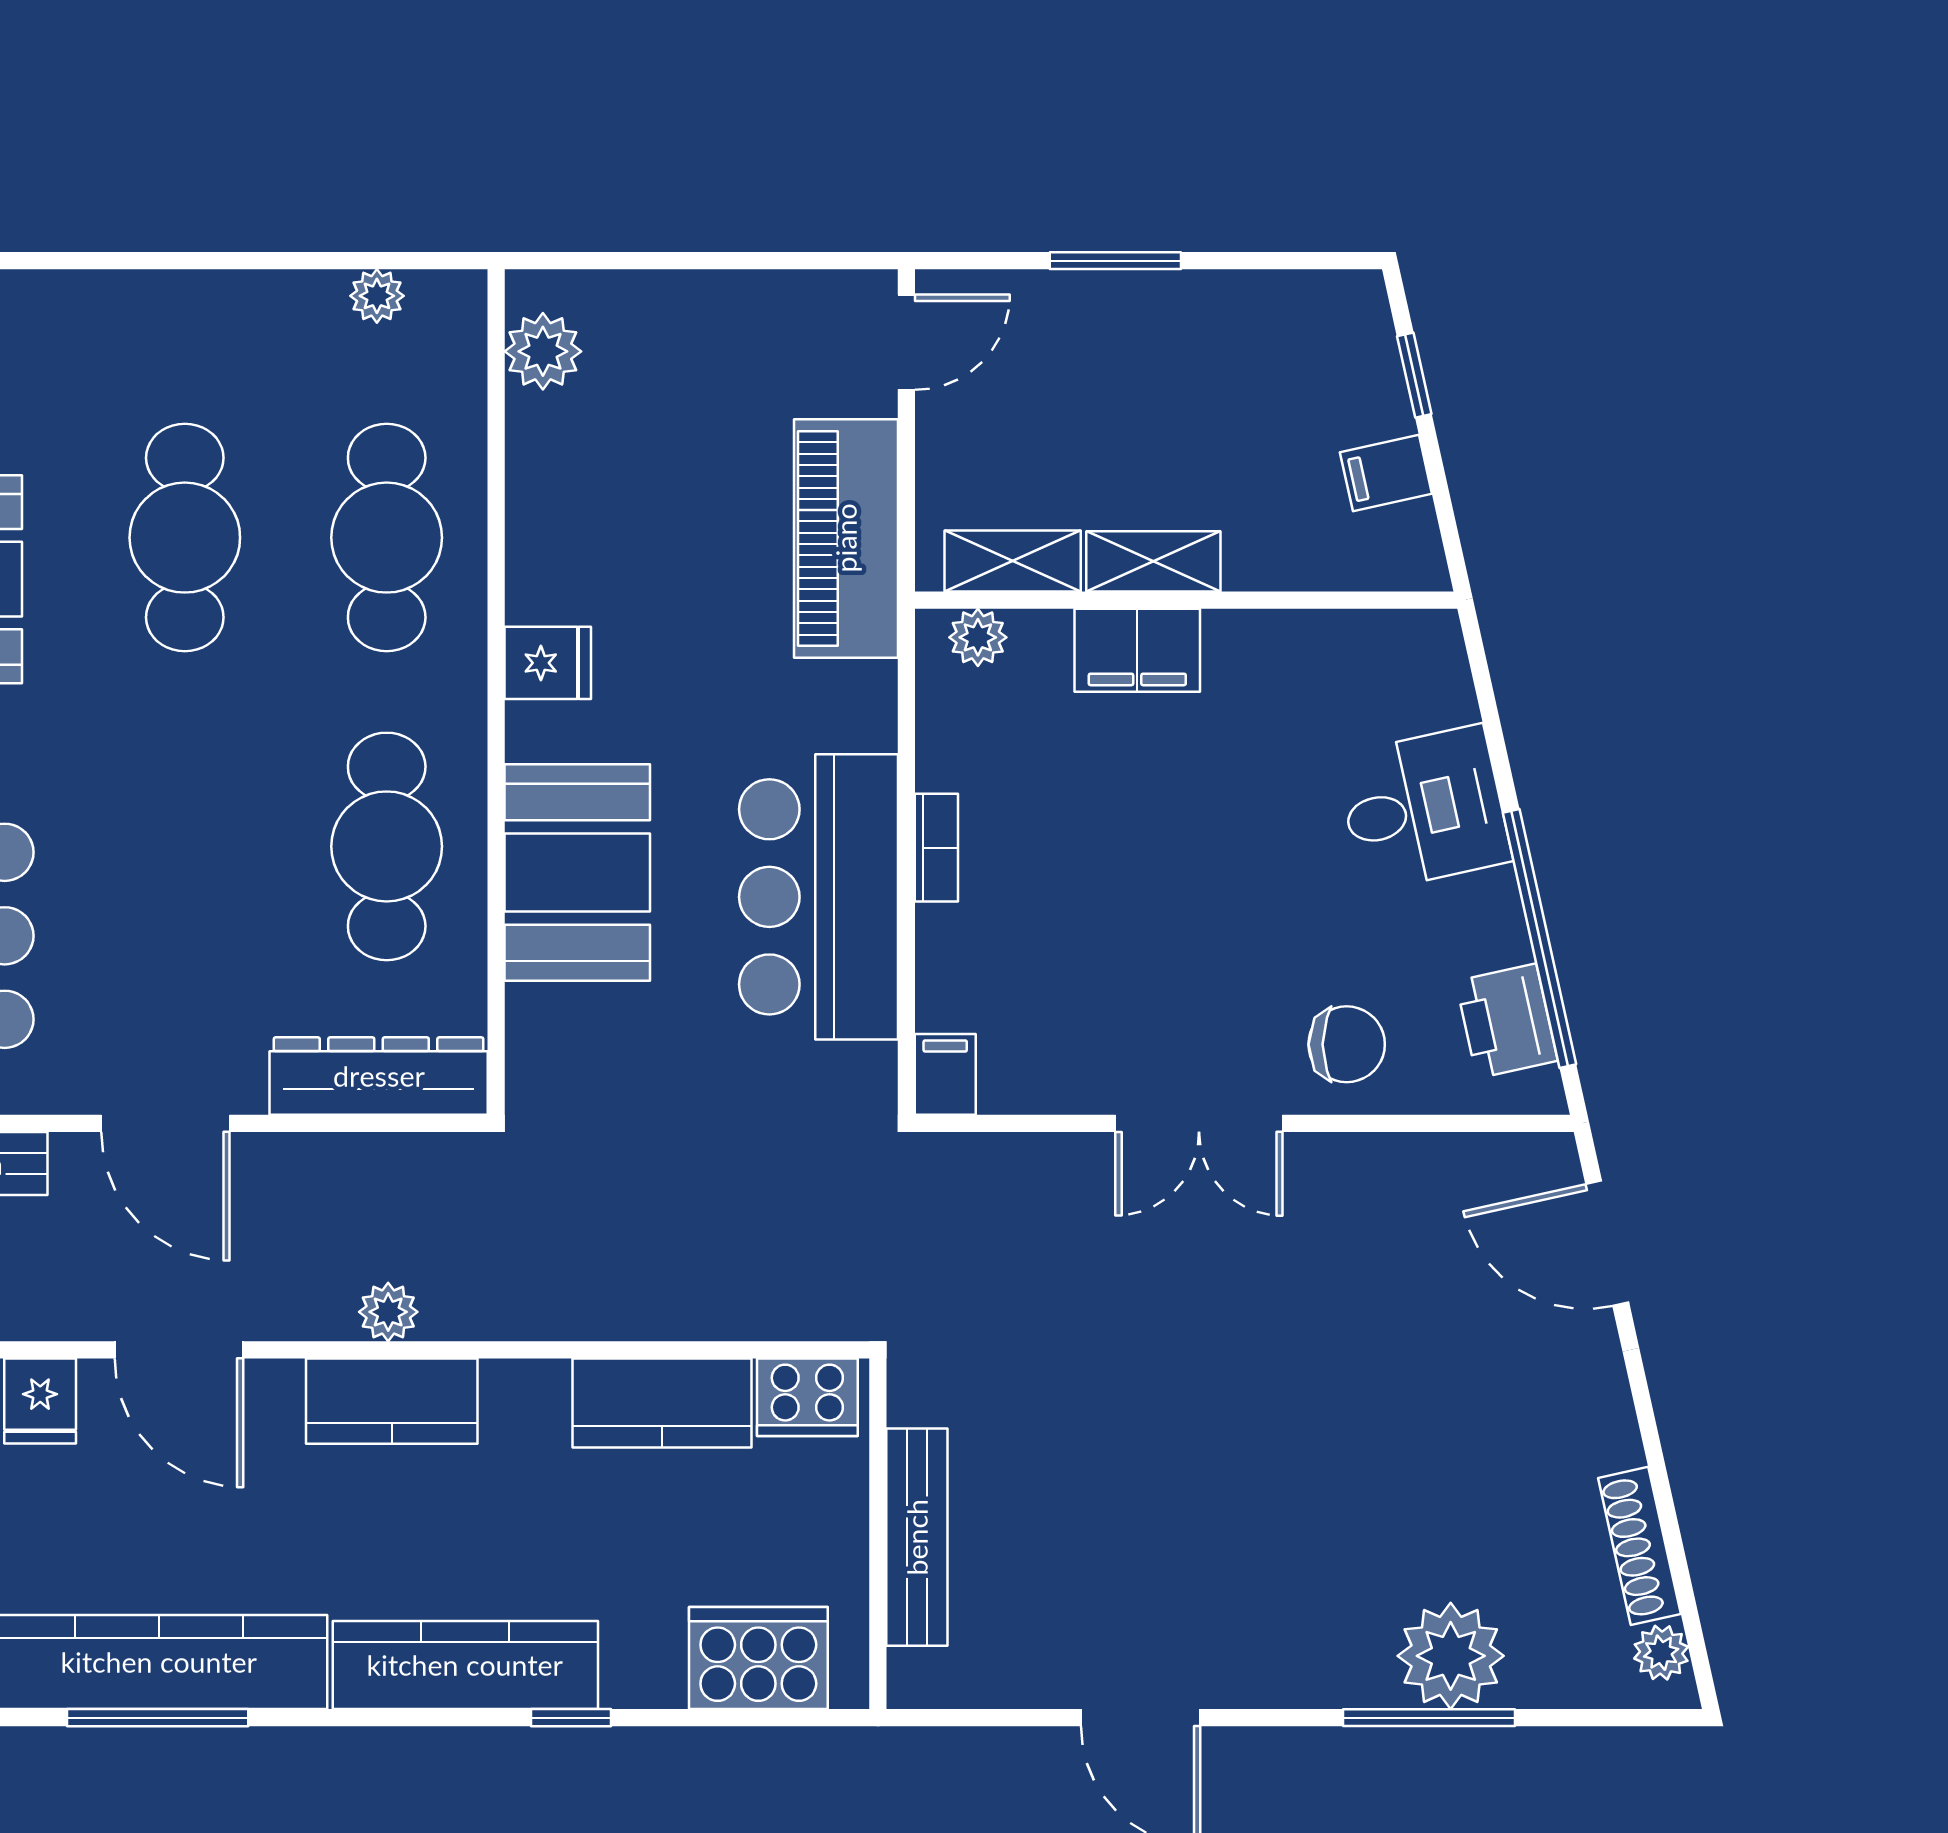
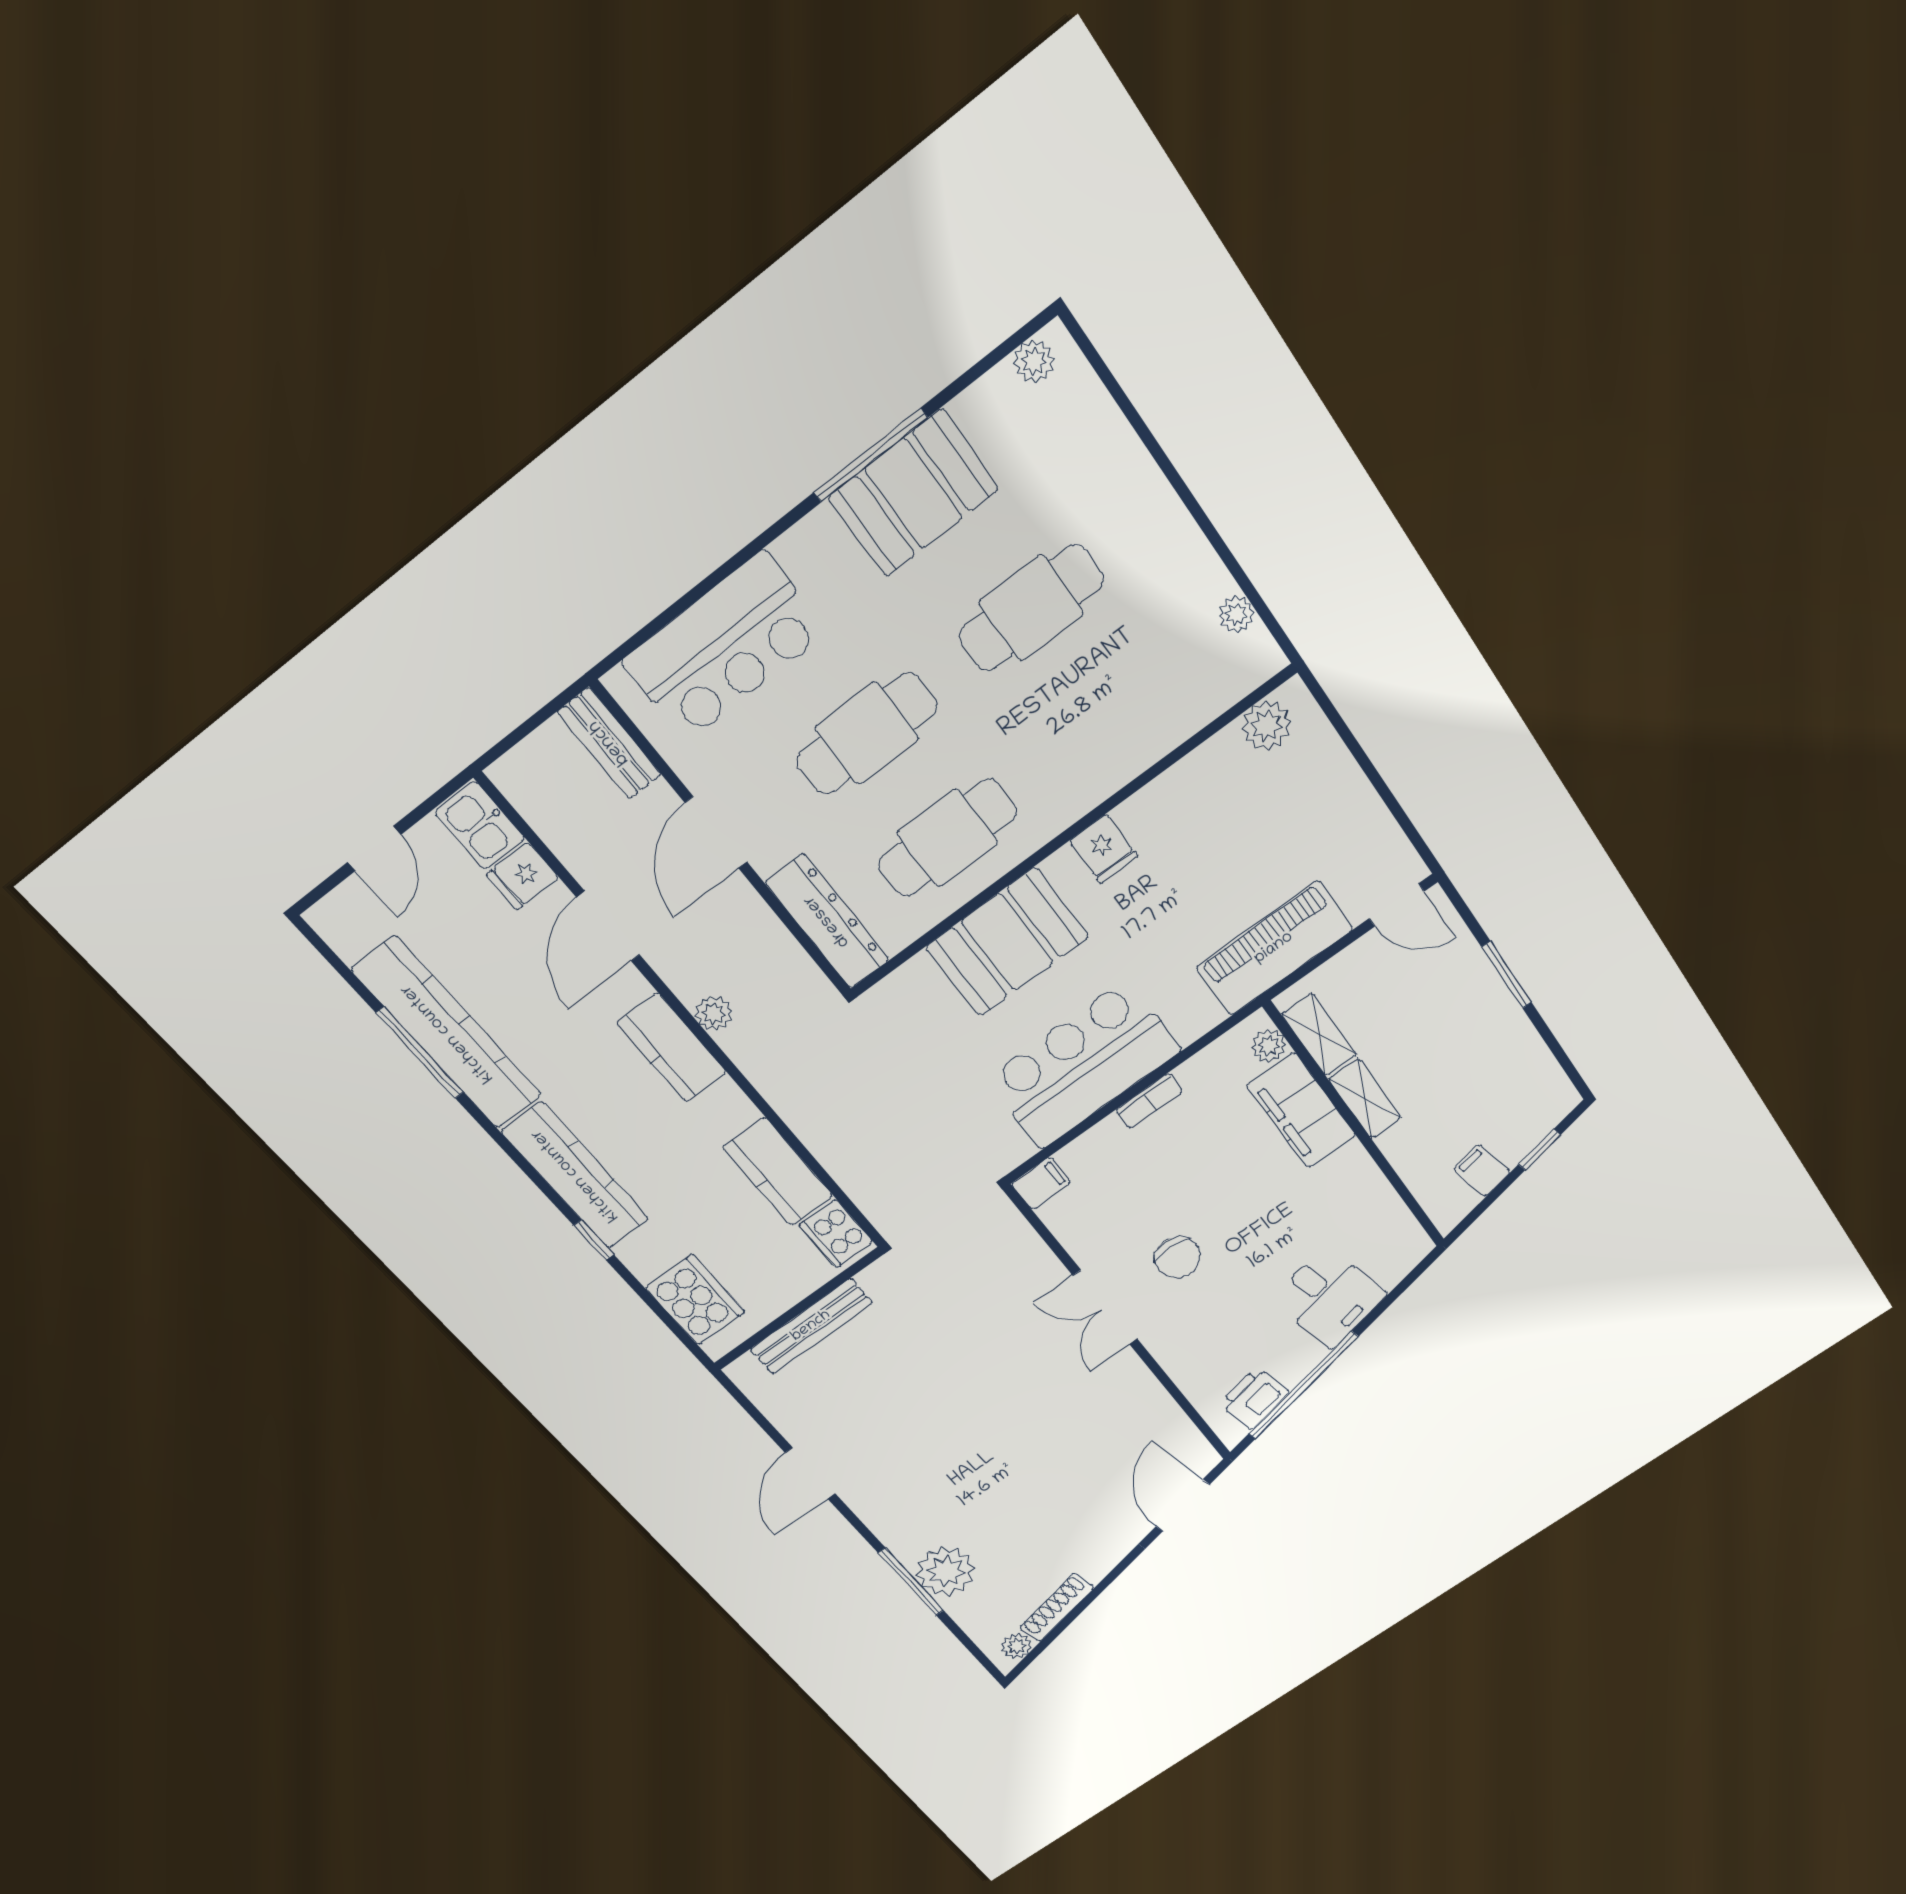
cafe table: (387, 538) -> (867, 733), moved
filing cabinet: (1137, 650) -> (1301, 1111), width x1.50, depth x1.17
chair: (1347, 1044) -> (1178, 1257), moved

